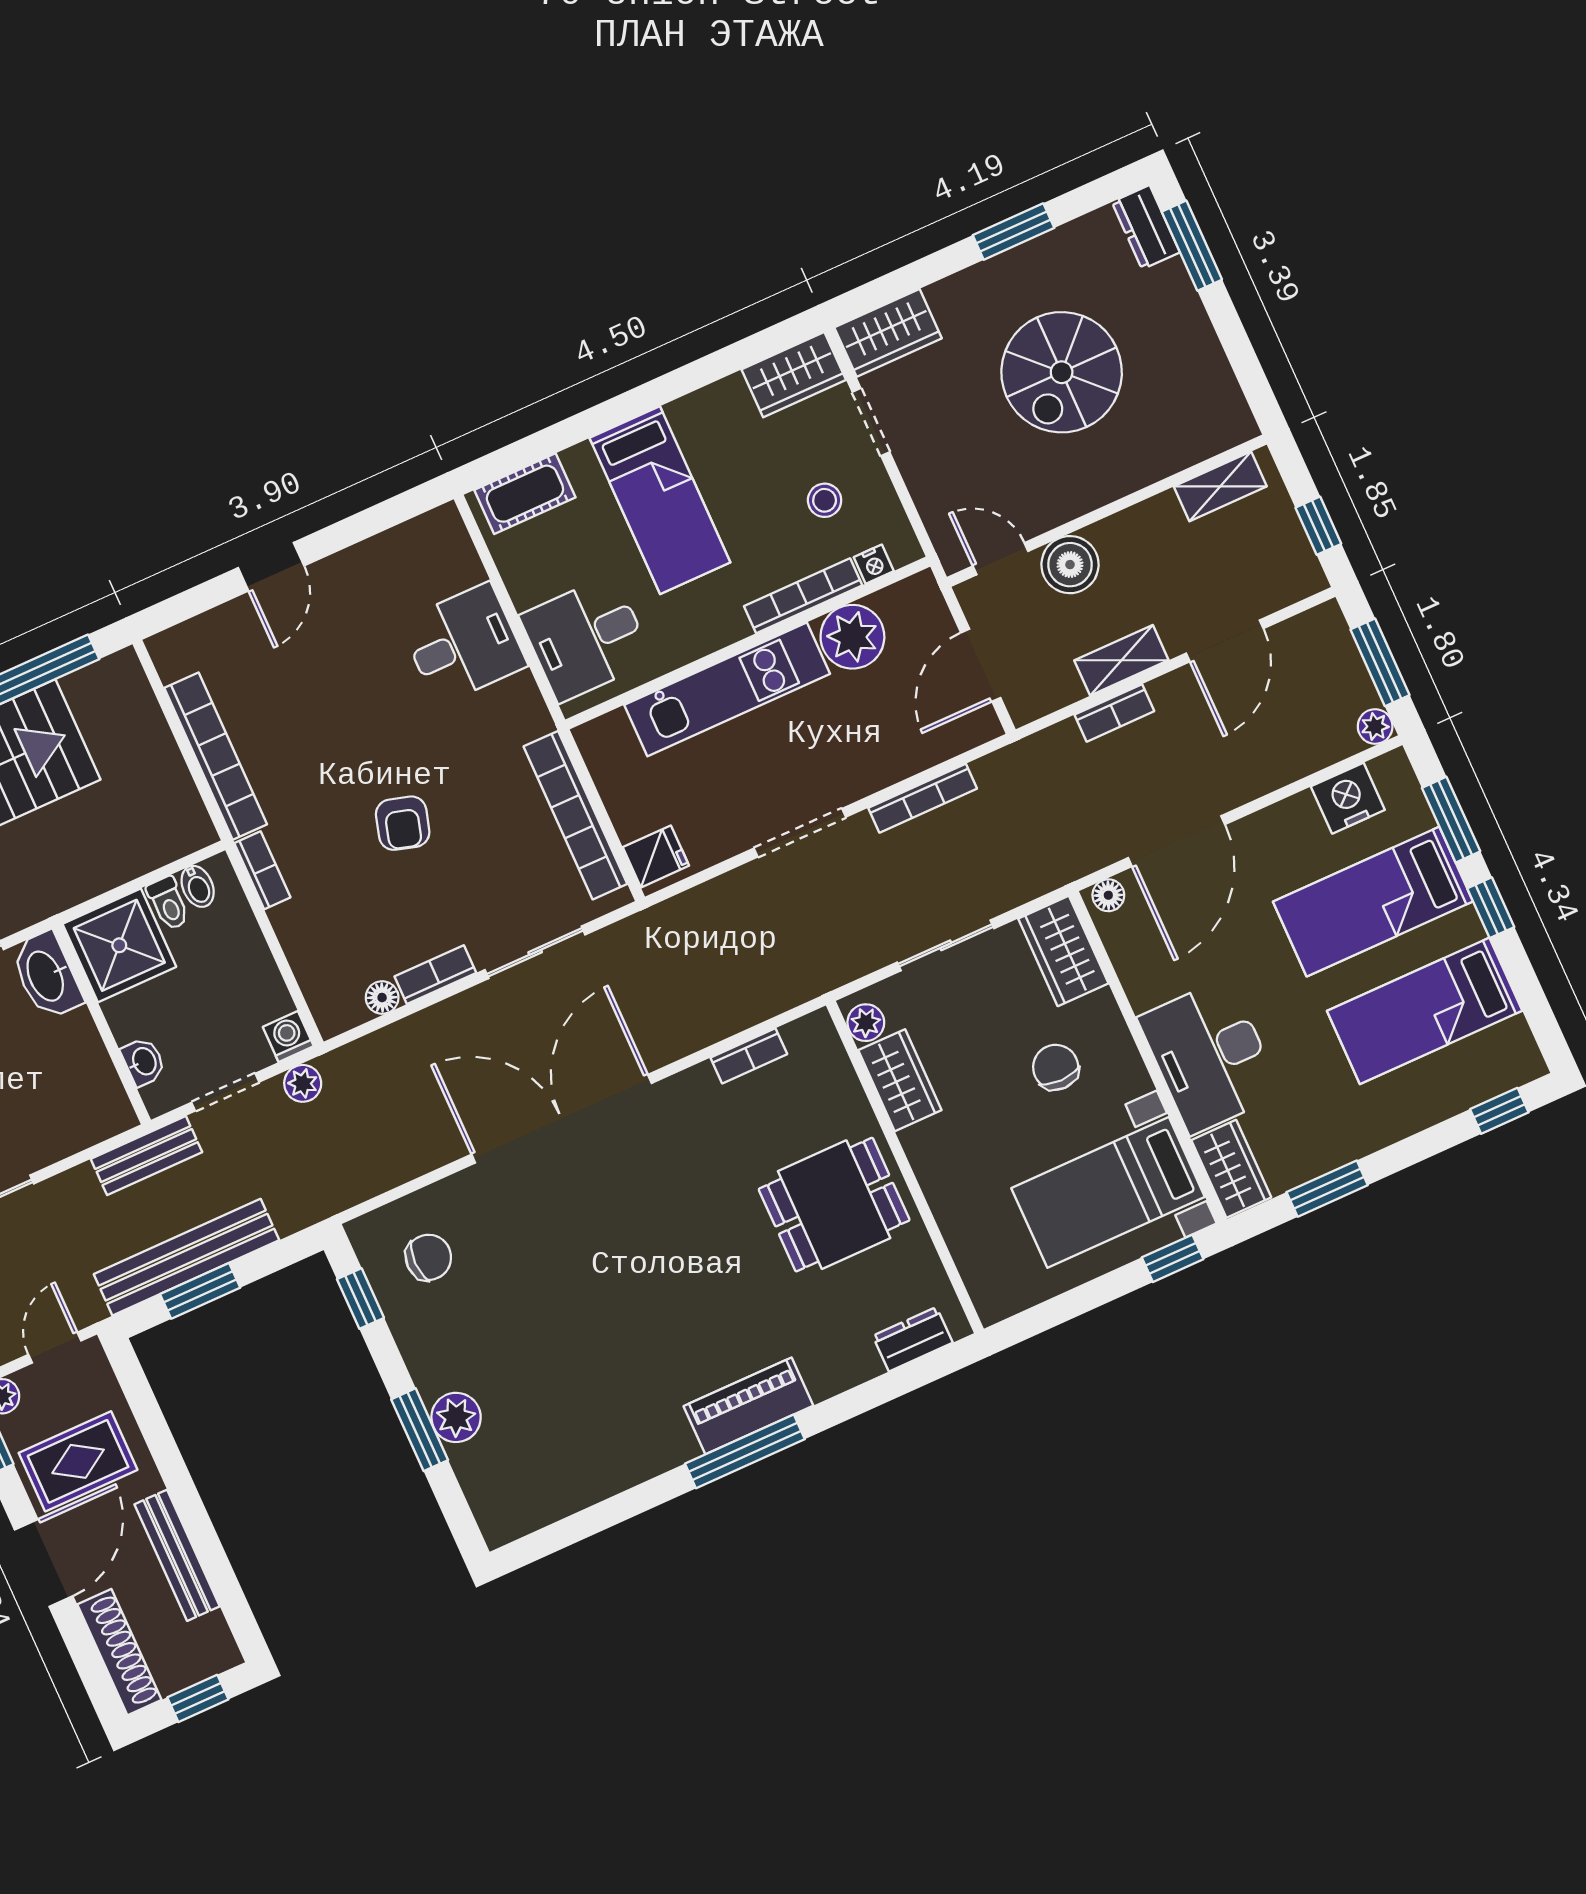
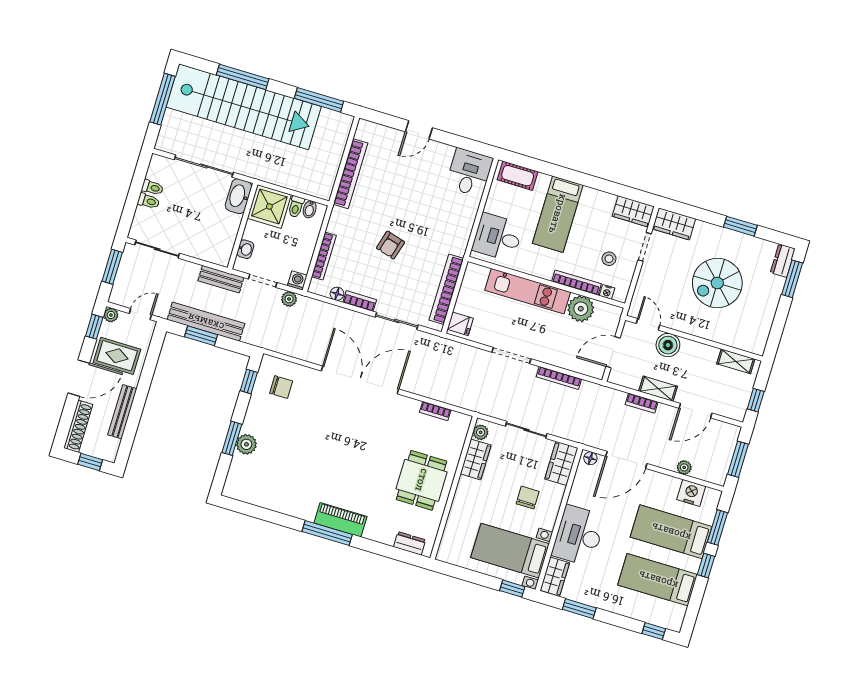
desk: (463, 644) -> (469, 173), moved, turned -90
plant: (1375, 726) -> (684, 467), moved
bookcase: (262, 870) -> (324, 256), moved, width x1.56
dining table: (834, 1205) -> (422, 480), turned 90

